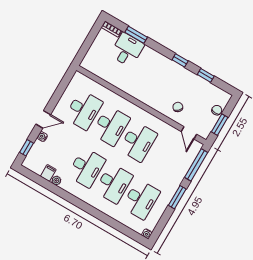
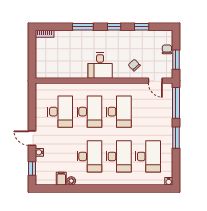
window: (136, 35) -> (83, 27), moved
desk: (127, 50) -> (100, 65), moved, turned 180
door: (43, 119) -> (32, 138), swing flipped

